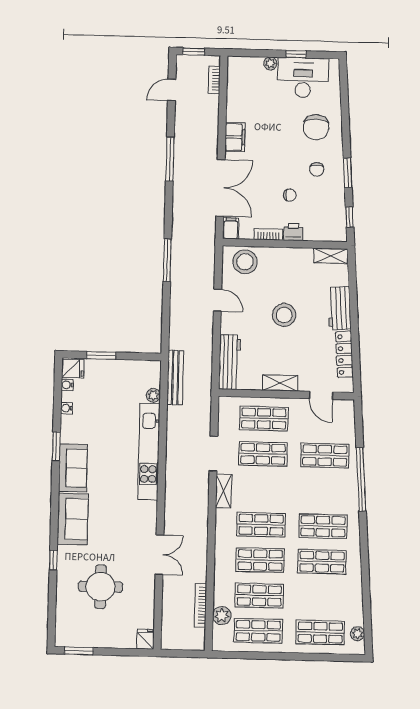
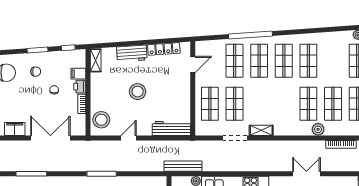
filing cabinet: (231, 228) -> (78, 74), moved
shelving: (280, 383) -> (185, 93), removed
shop shelf: (261, 525) -> (259, 61), moved
plant: (222, 616) -> (318, 129), moved

